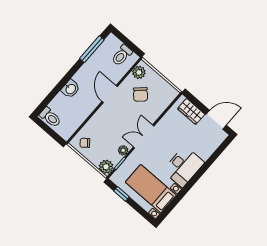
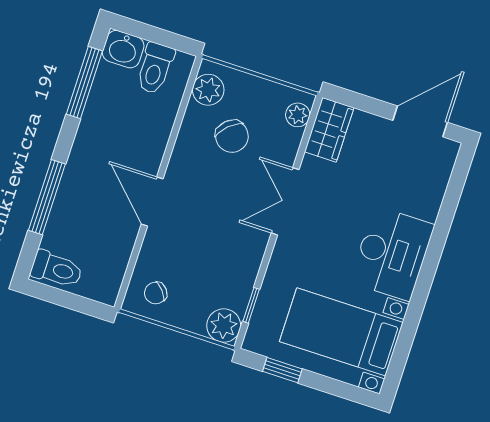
window: (58, 88) -> (47, 197), added
washbasin: (70, 89) -> (123, 49), moved, turned 90
door: (110, 94) -> (152, 201), moved
wardrobe: (191, 111) -> (329, 130), moved, turned -90
double door: (144, 136) -> (285, 201), moved
plant: (123, 150) -> (298, 115), moved

